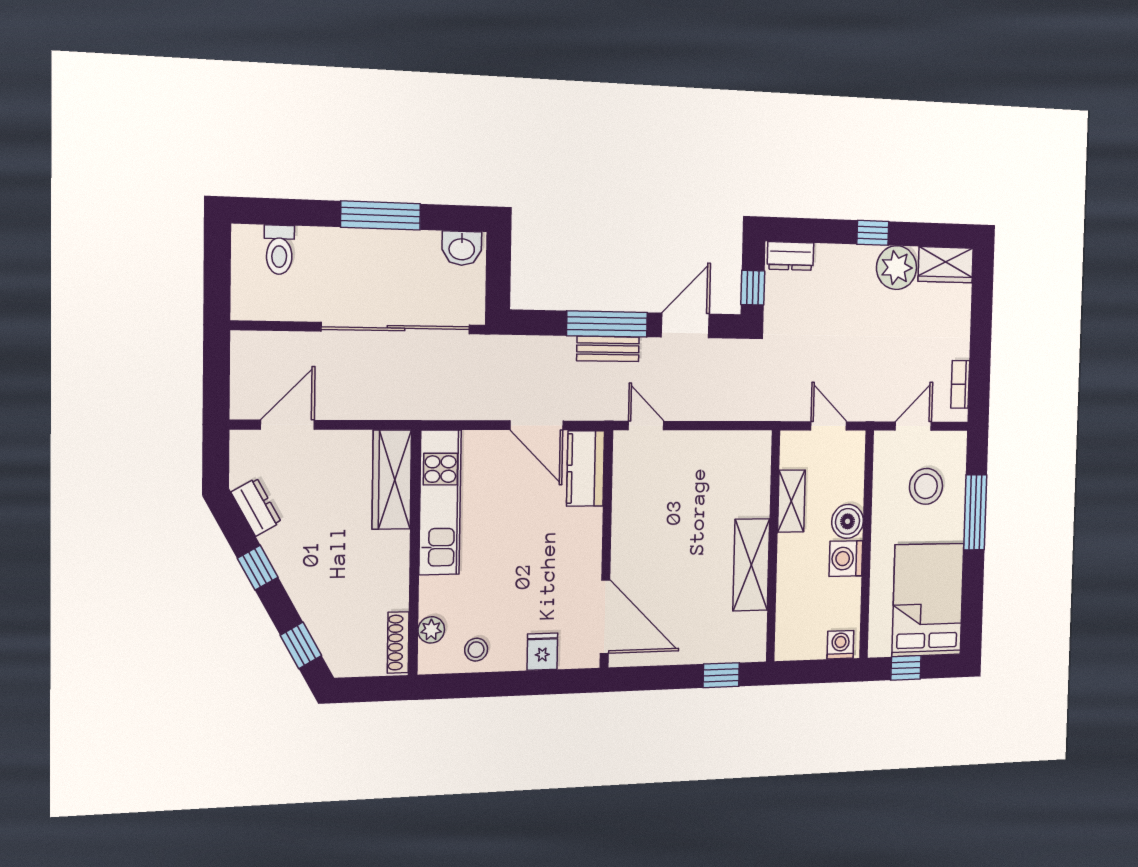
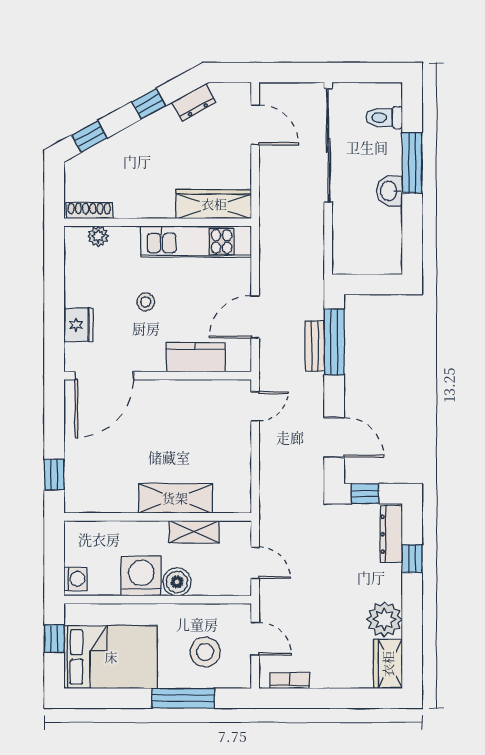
window: (381, 215) -> (412, 163), moved
window: (873, 233) -> (412, 559), moved
washbasin: (462, 248) -> (390, 191), moved
dresser: (790, 256) -> (391, 534), width x1.44
window: (607, 324) -> (334, 342), moved
sliding door: (396, 328) -> (328, 145), moved
bench: (608, 349) -> (315, 346), moved
door: (829, 426) -> (255, 563), hinge flipped
kitchen counter: (586, 468) -> (196, 357), moved
washing machine: (846, 559) -> (141, 576), width x1.37, depth x1.37
shelving: (751, 565) -> (175, 498), moved
stool: (476, 650) -> (146, 302), moved
fridge: (542, 652) -> (78, 325), width x1.38

